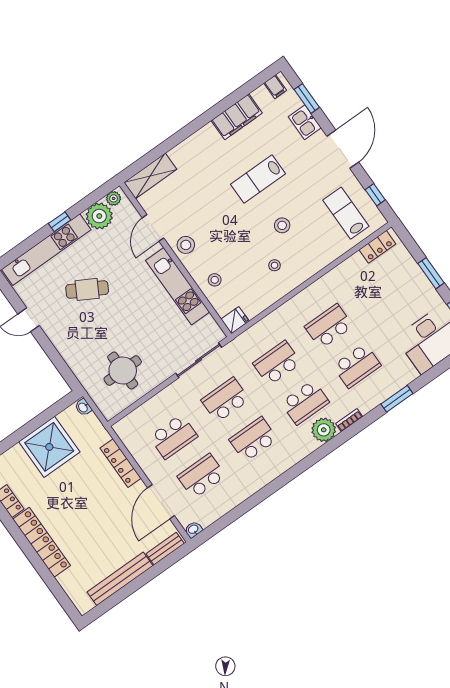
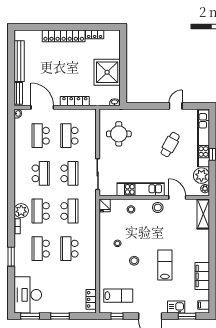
school desk: (329, 326) -> (69, 249), turned 180
school desk: (202, 476) -> (41, 136), turned 180

